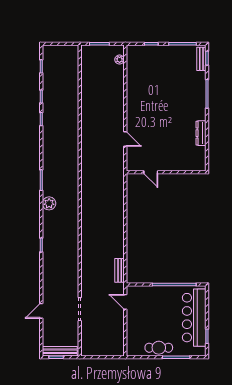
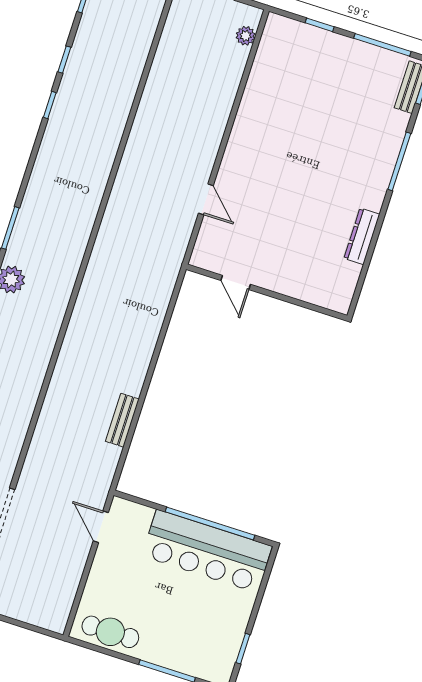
bench: (120, 270) -> (122, 420), moved
bar counter: (194, 318) -> (207, 551), moved, turned -90
cafe table: (159, 348) -> (110, 632), moved

